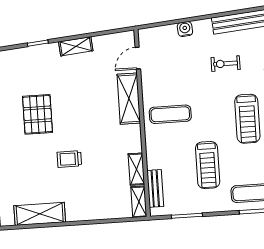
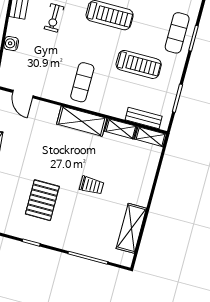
shelving: (129, 99) -> (82, 121), moved
pallet: (37, 114) -> (42, 200), turned 90
trolley: (69, 159) -> (92, 185), turned -90

